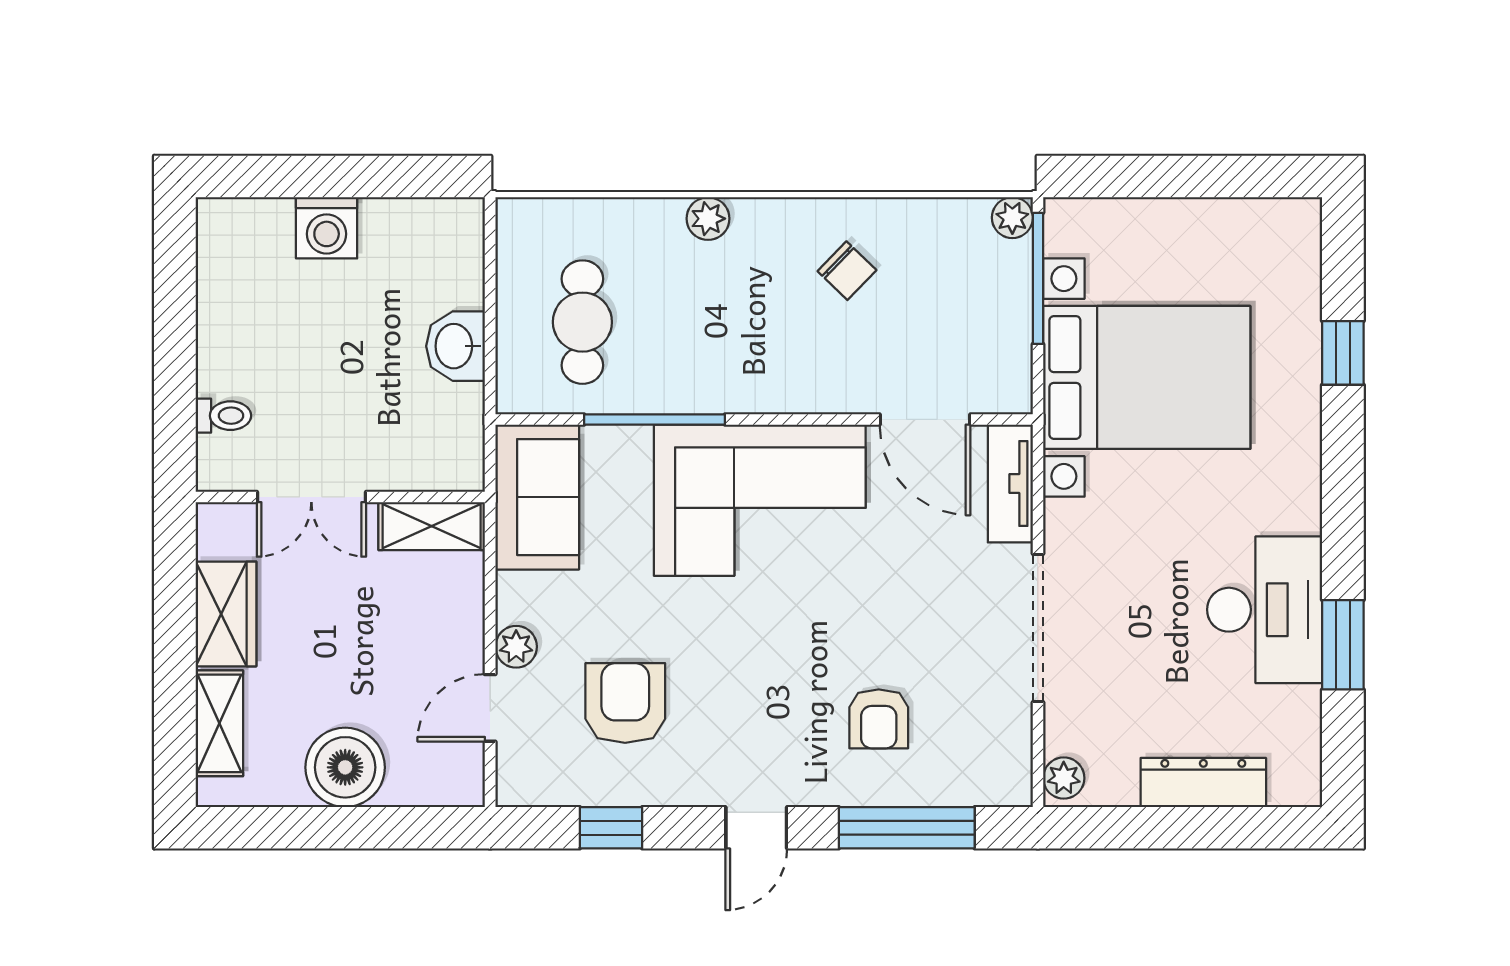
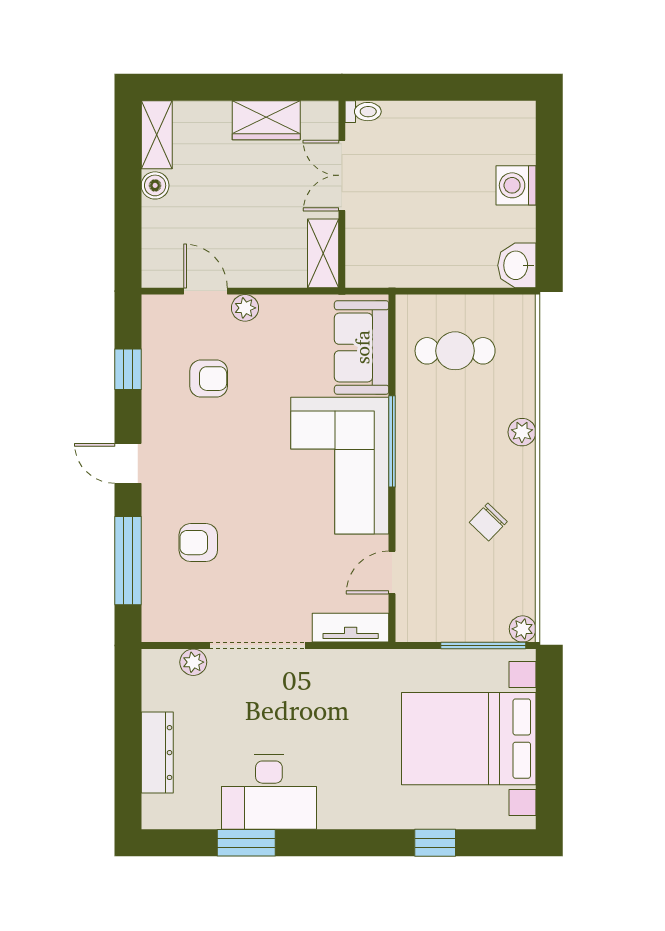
washbasin: (456, 346) -> (517, 265), moved, turned -90
bed with nightstands: (1147, 377) -> (469, 739), moved, turned 90
toilet: (223, 416) -> (363, 112), moved, turned -90
window: (654, 419) -> (392, 441), moved
door: (925, 419) -> (392, 572), width x0.73
sofa: (537, 497) -> (362, 347), moved, turned 90
armchair: (625, 703) -> (209, 379), width x0.72, depth x0.72
shelving: (219, 723) -> (157, 135), moved, turned 90
boiler: (345, 767) -> (155, 185), width x0.54, depth x0.54
plant: (1064, 778) -> (193, 662), moved

